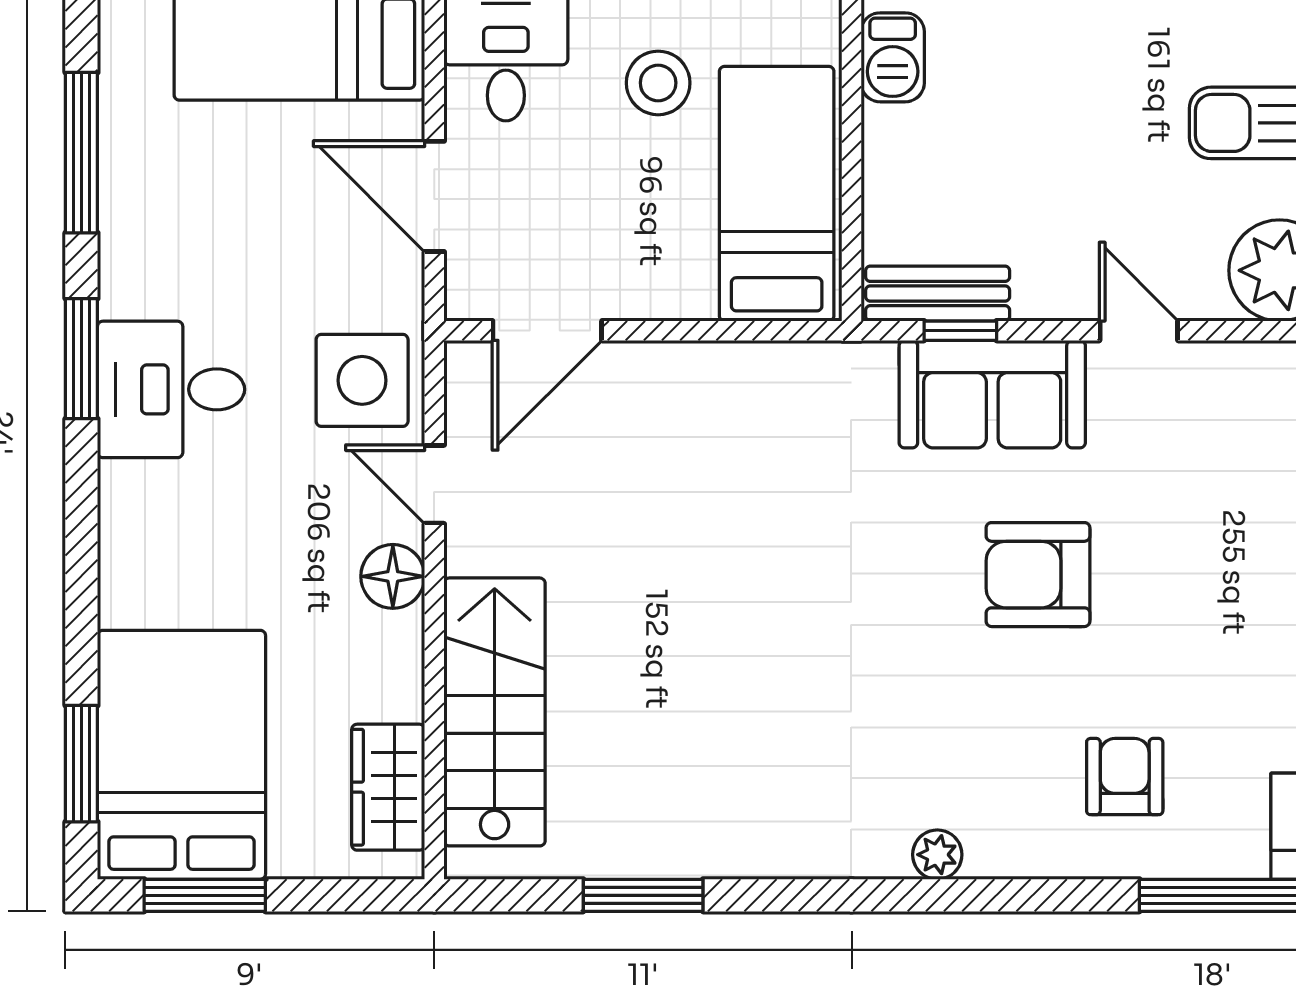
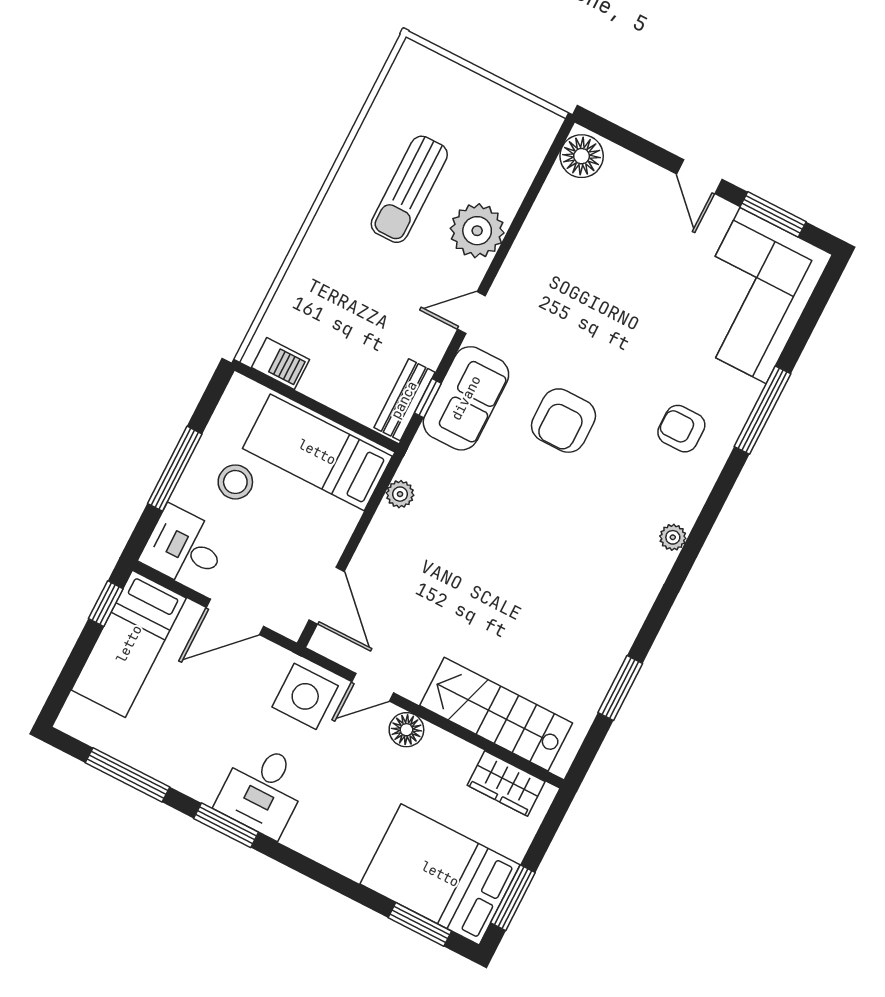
plant: (778, 366) -> (400, 494), added

